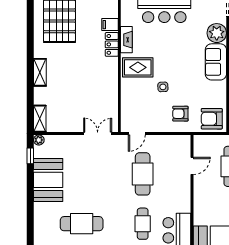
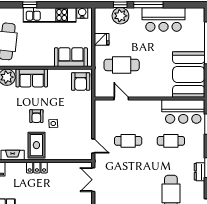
locker: (112, 44) -> (37, 168), moved
armchair: (180, 114) -> (36, 116), moved
cafe table: (143, 174) -> (128, 141), width x0.73, depth x0.74

